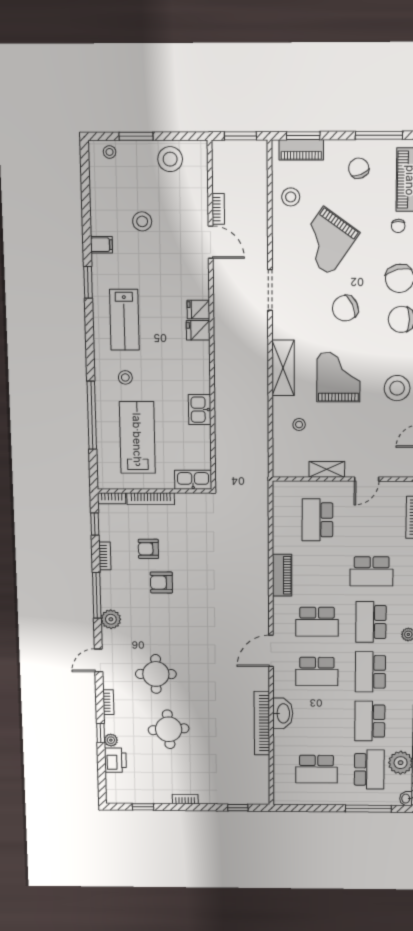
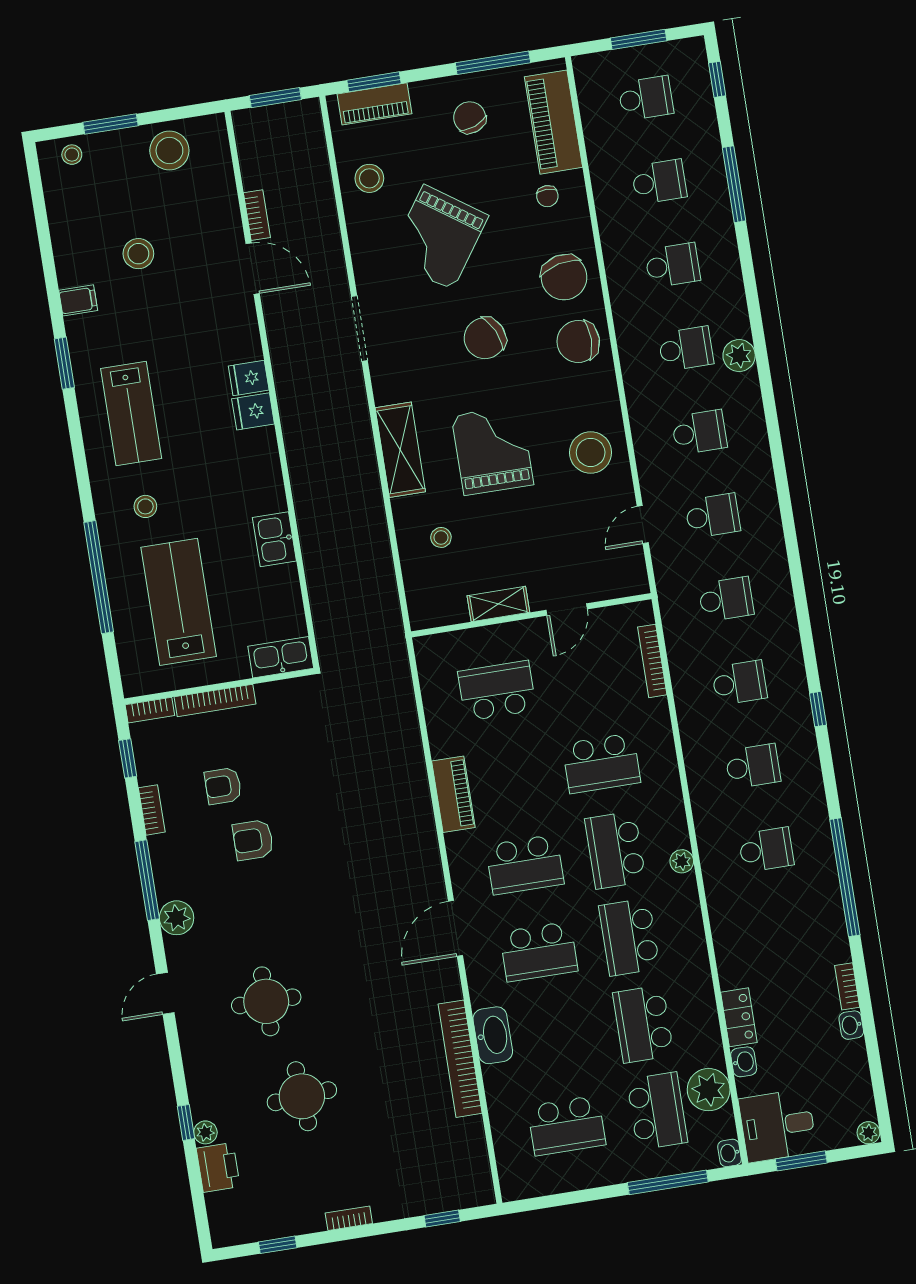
school desk: (317, 520) -> (497, 691), turned 90
bookcase: (108, 702) -> (192, 1065), removed

